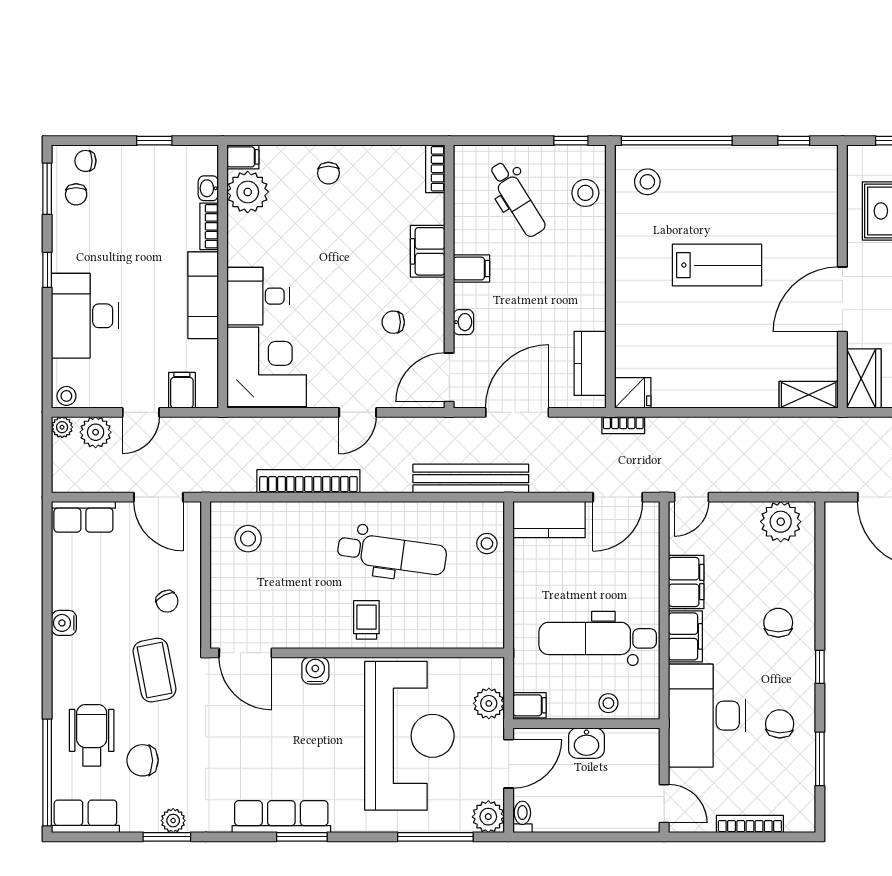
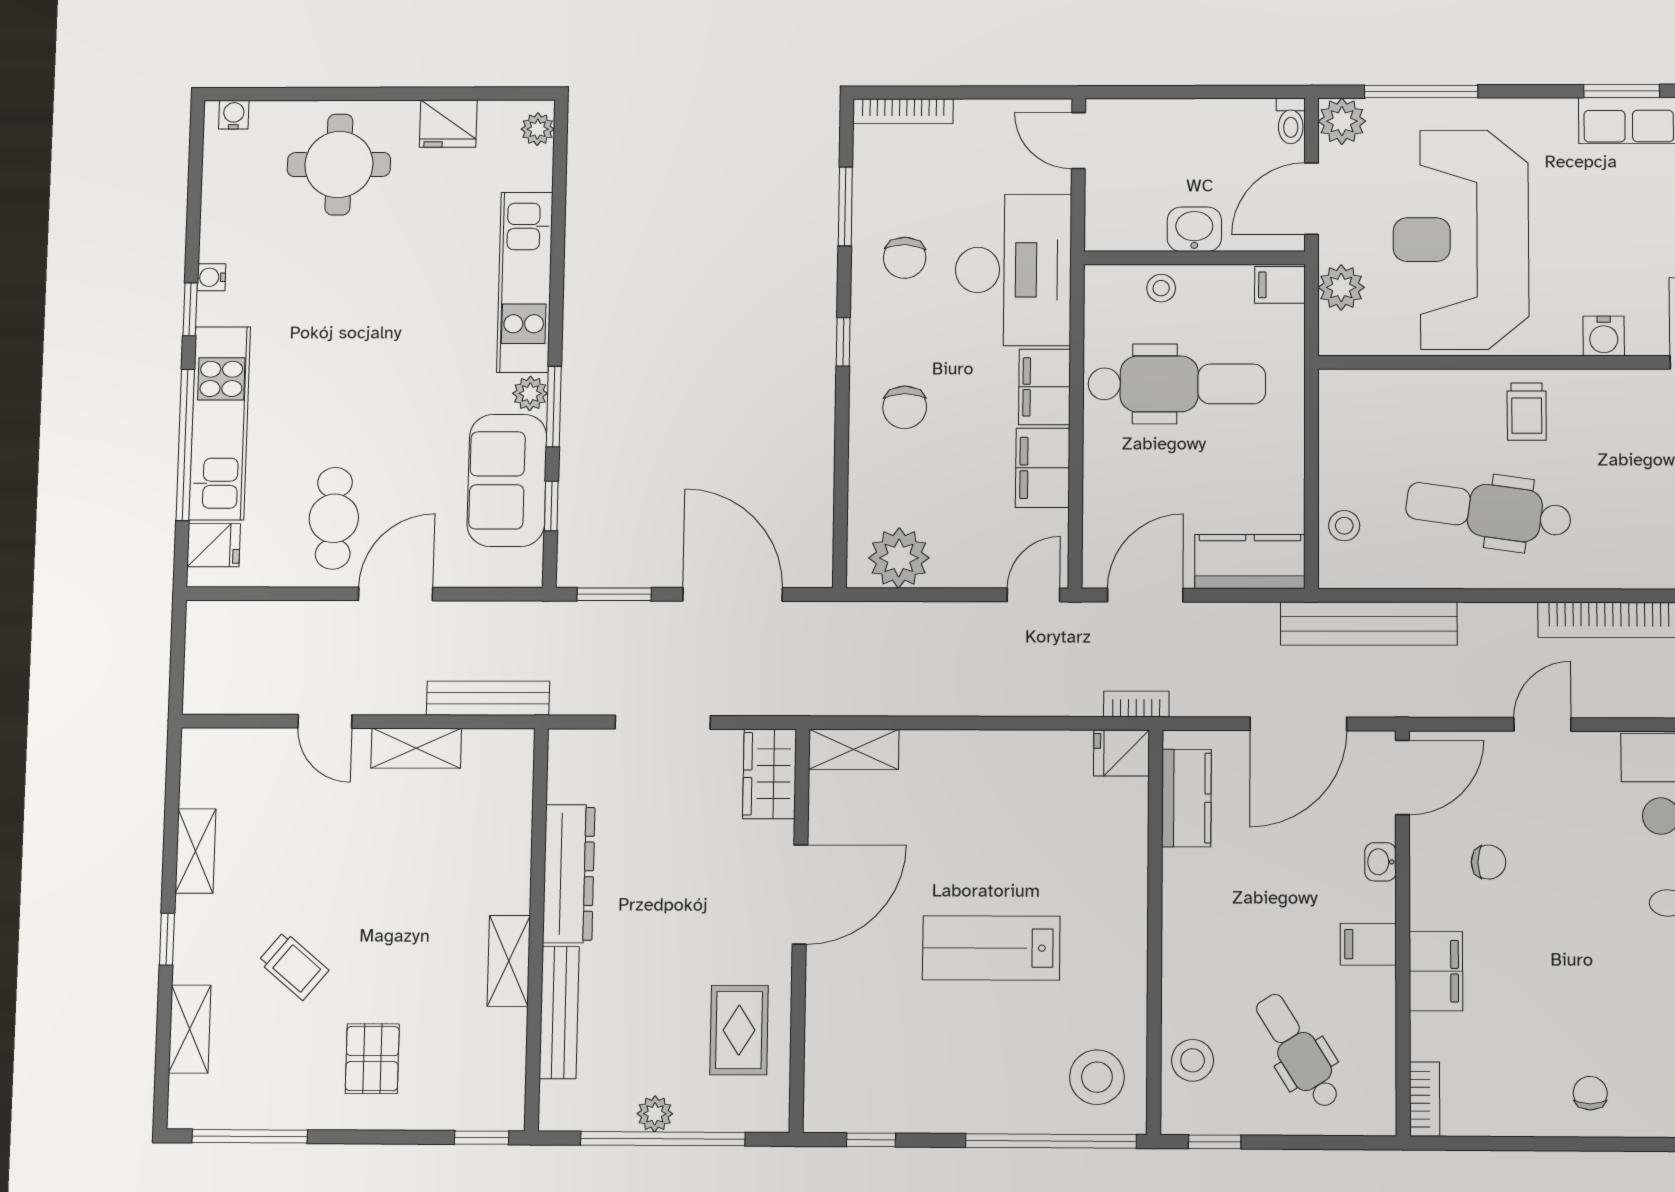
stool: (647, 182) -> (1097, 1077), width x1.38, depth x1.38
bookcase: (750, 824) -> (903, 111), moved

